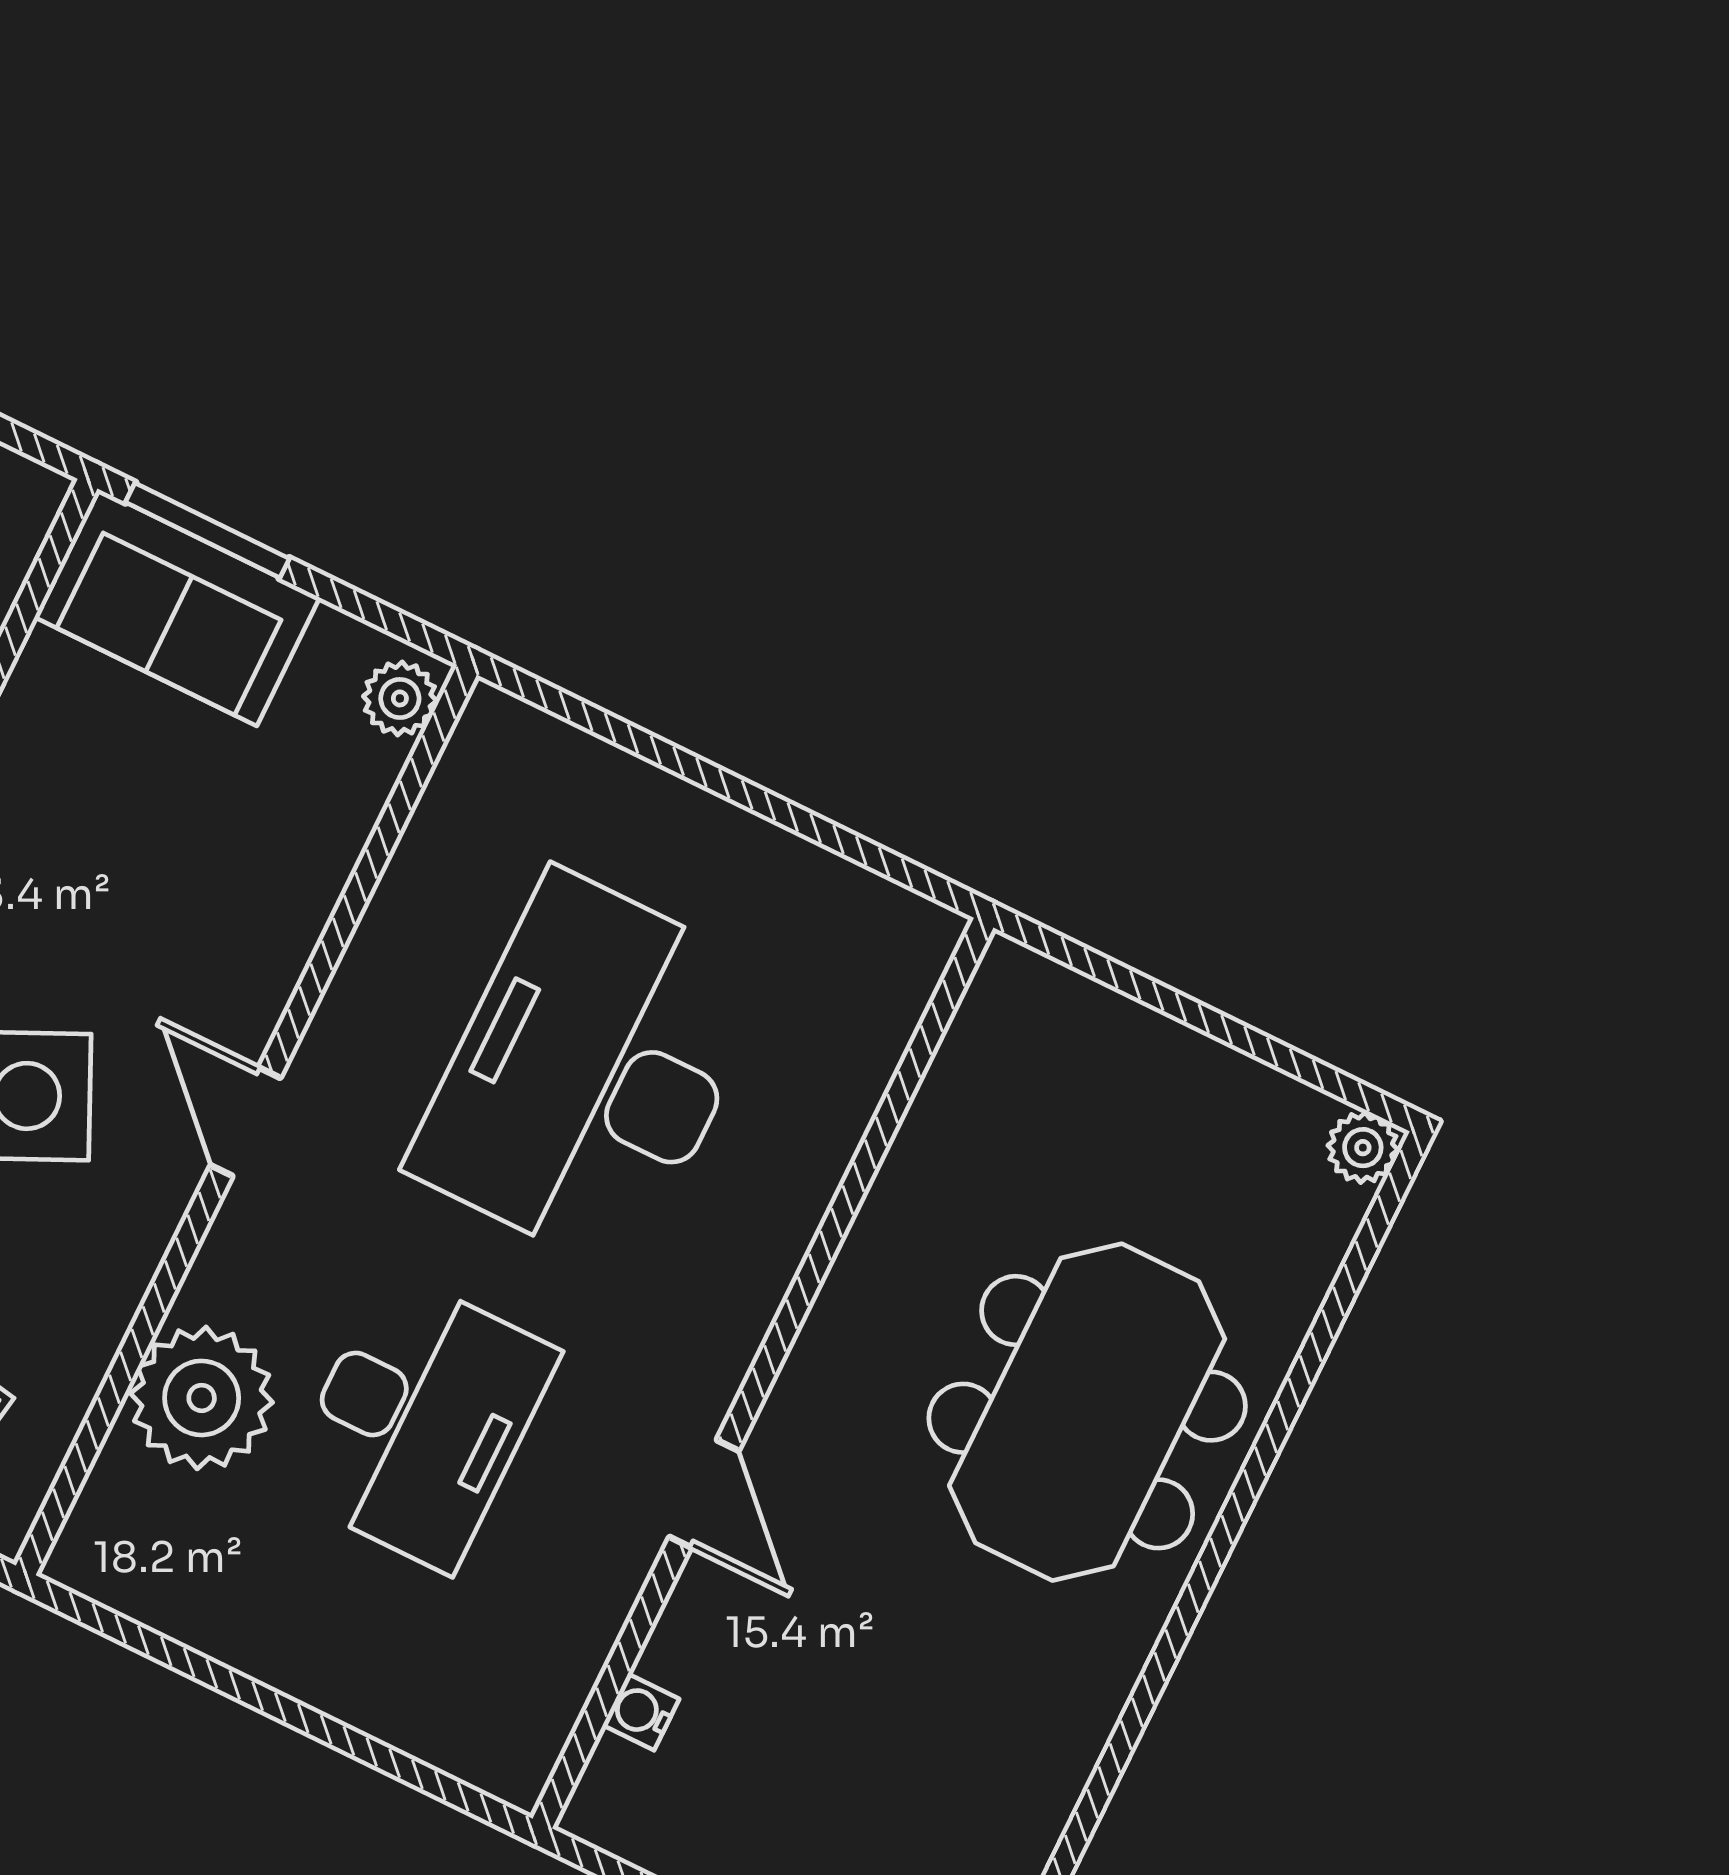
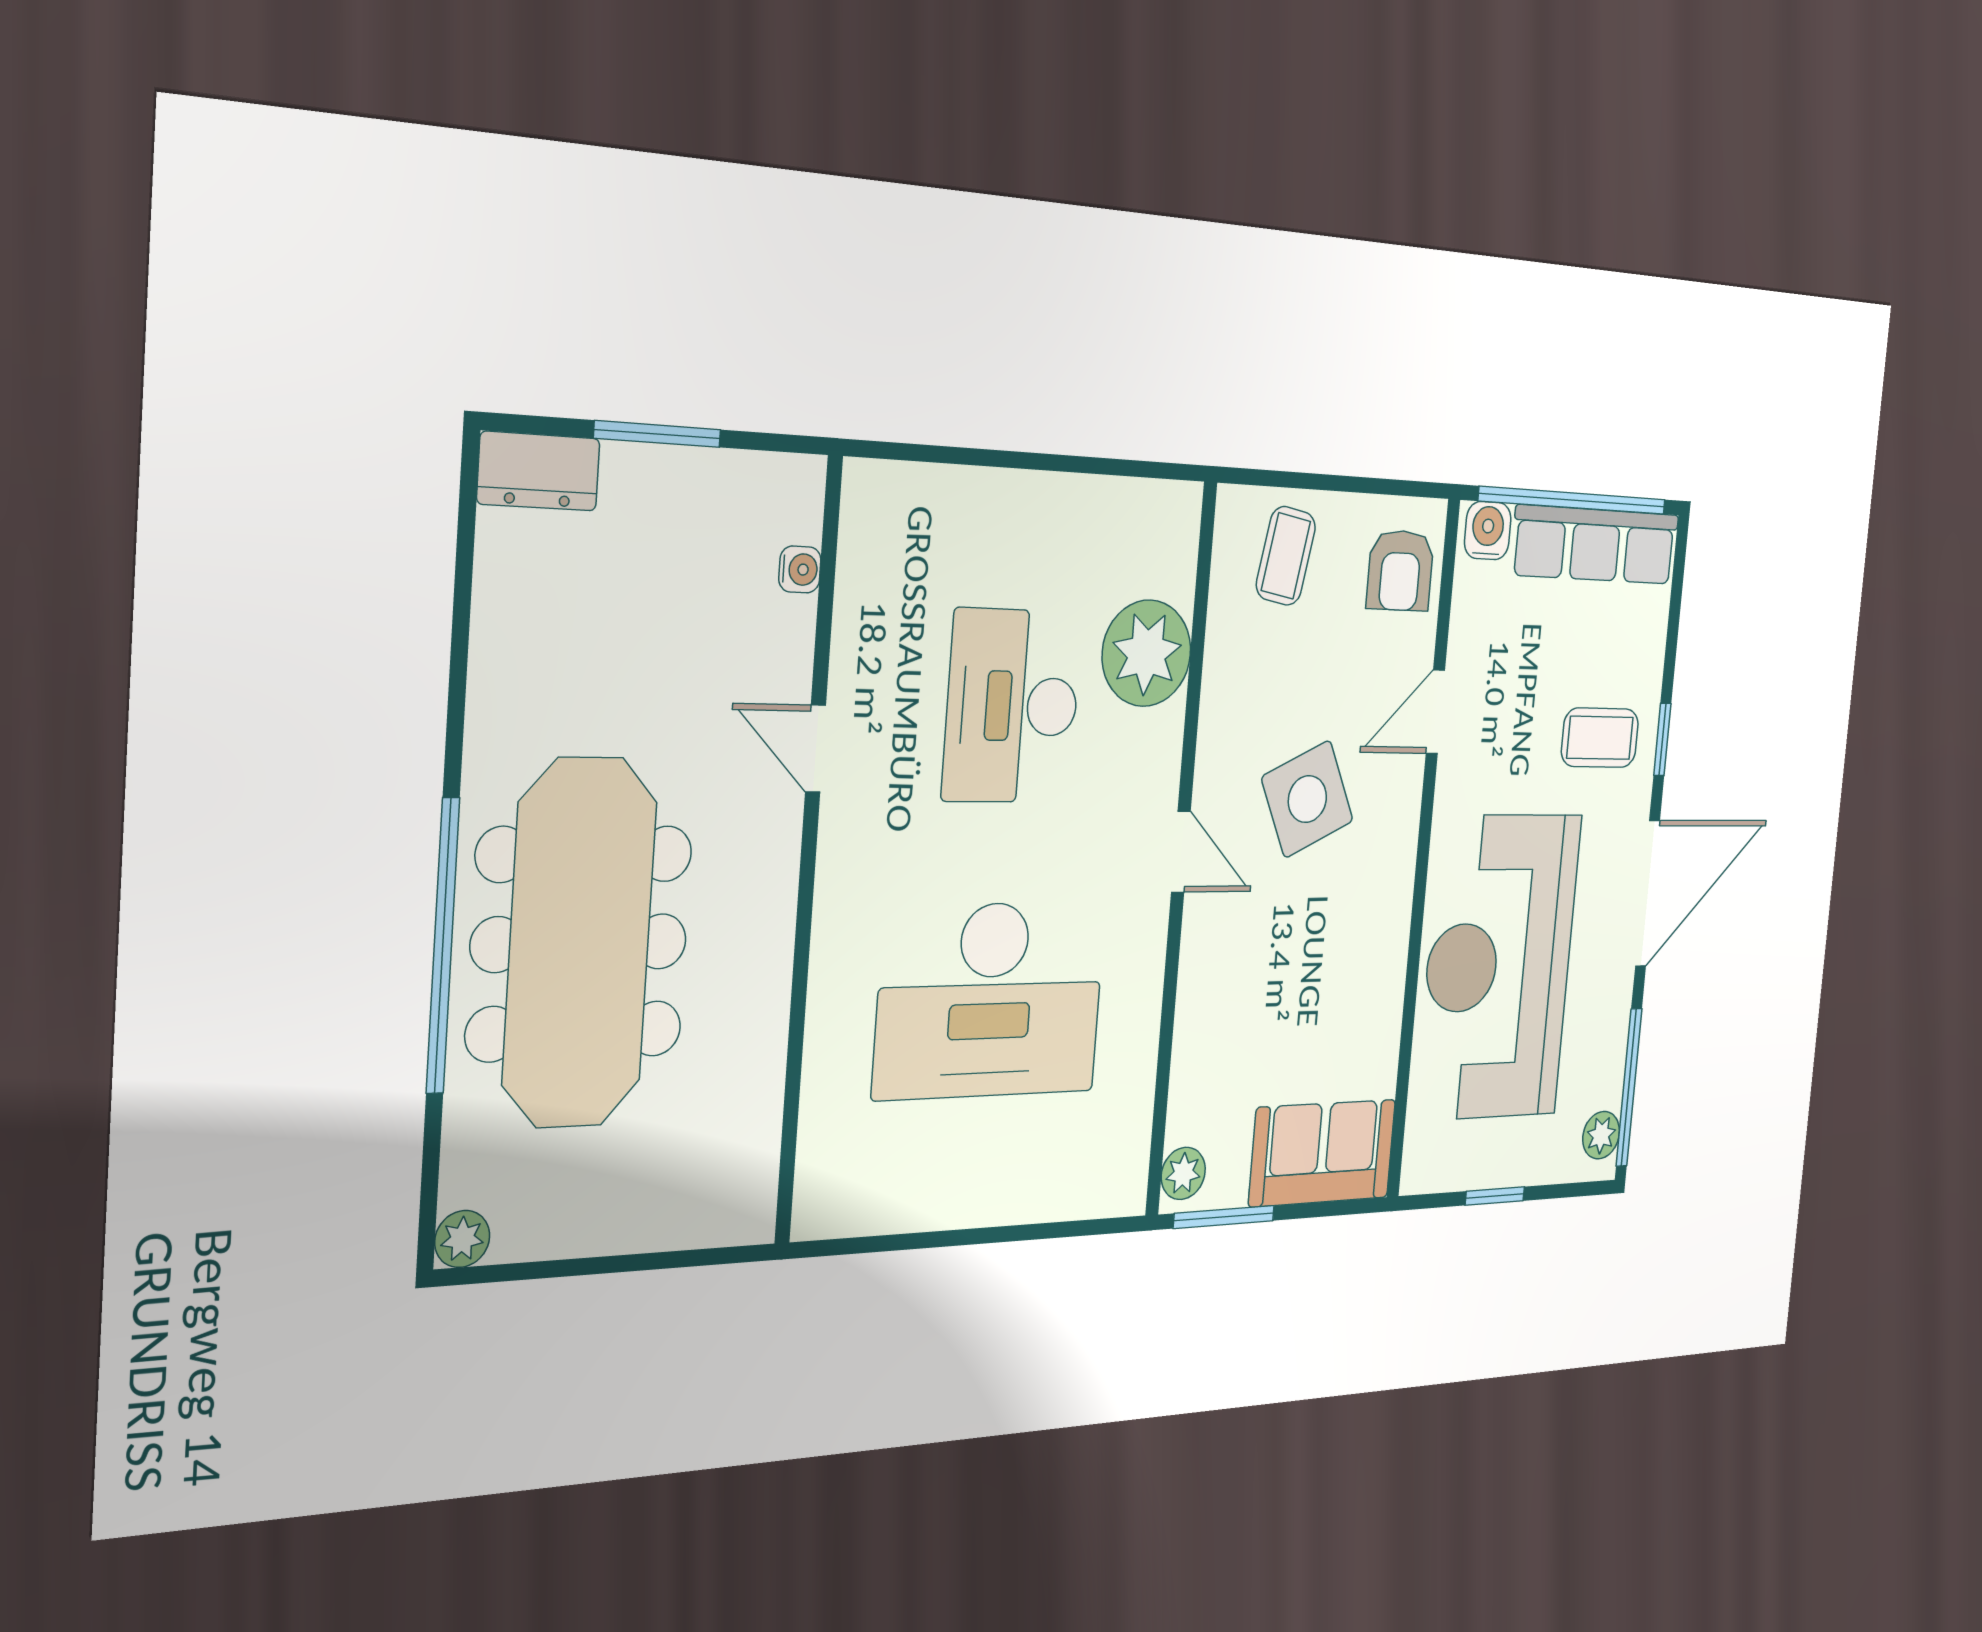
window: (207, 530) -> (1224, 1217), moved
desk: (590, 1072) -> (990, 1000), turned 90
meeting table: (1087, 1412) -> (580, 943), width x1.36
window: (1246, 1490) -> (443, 946), added

